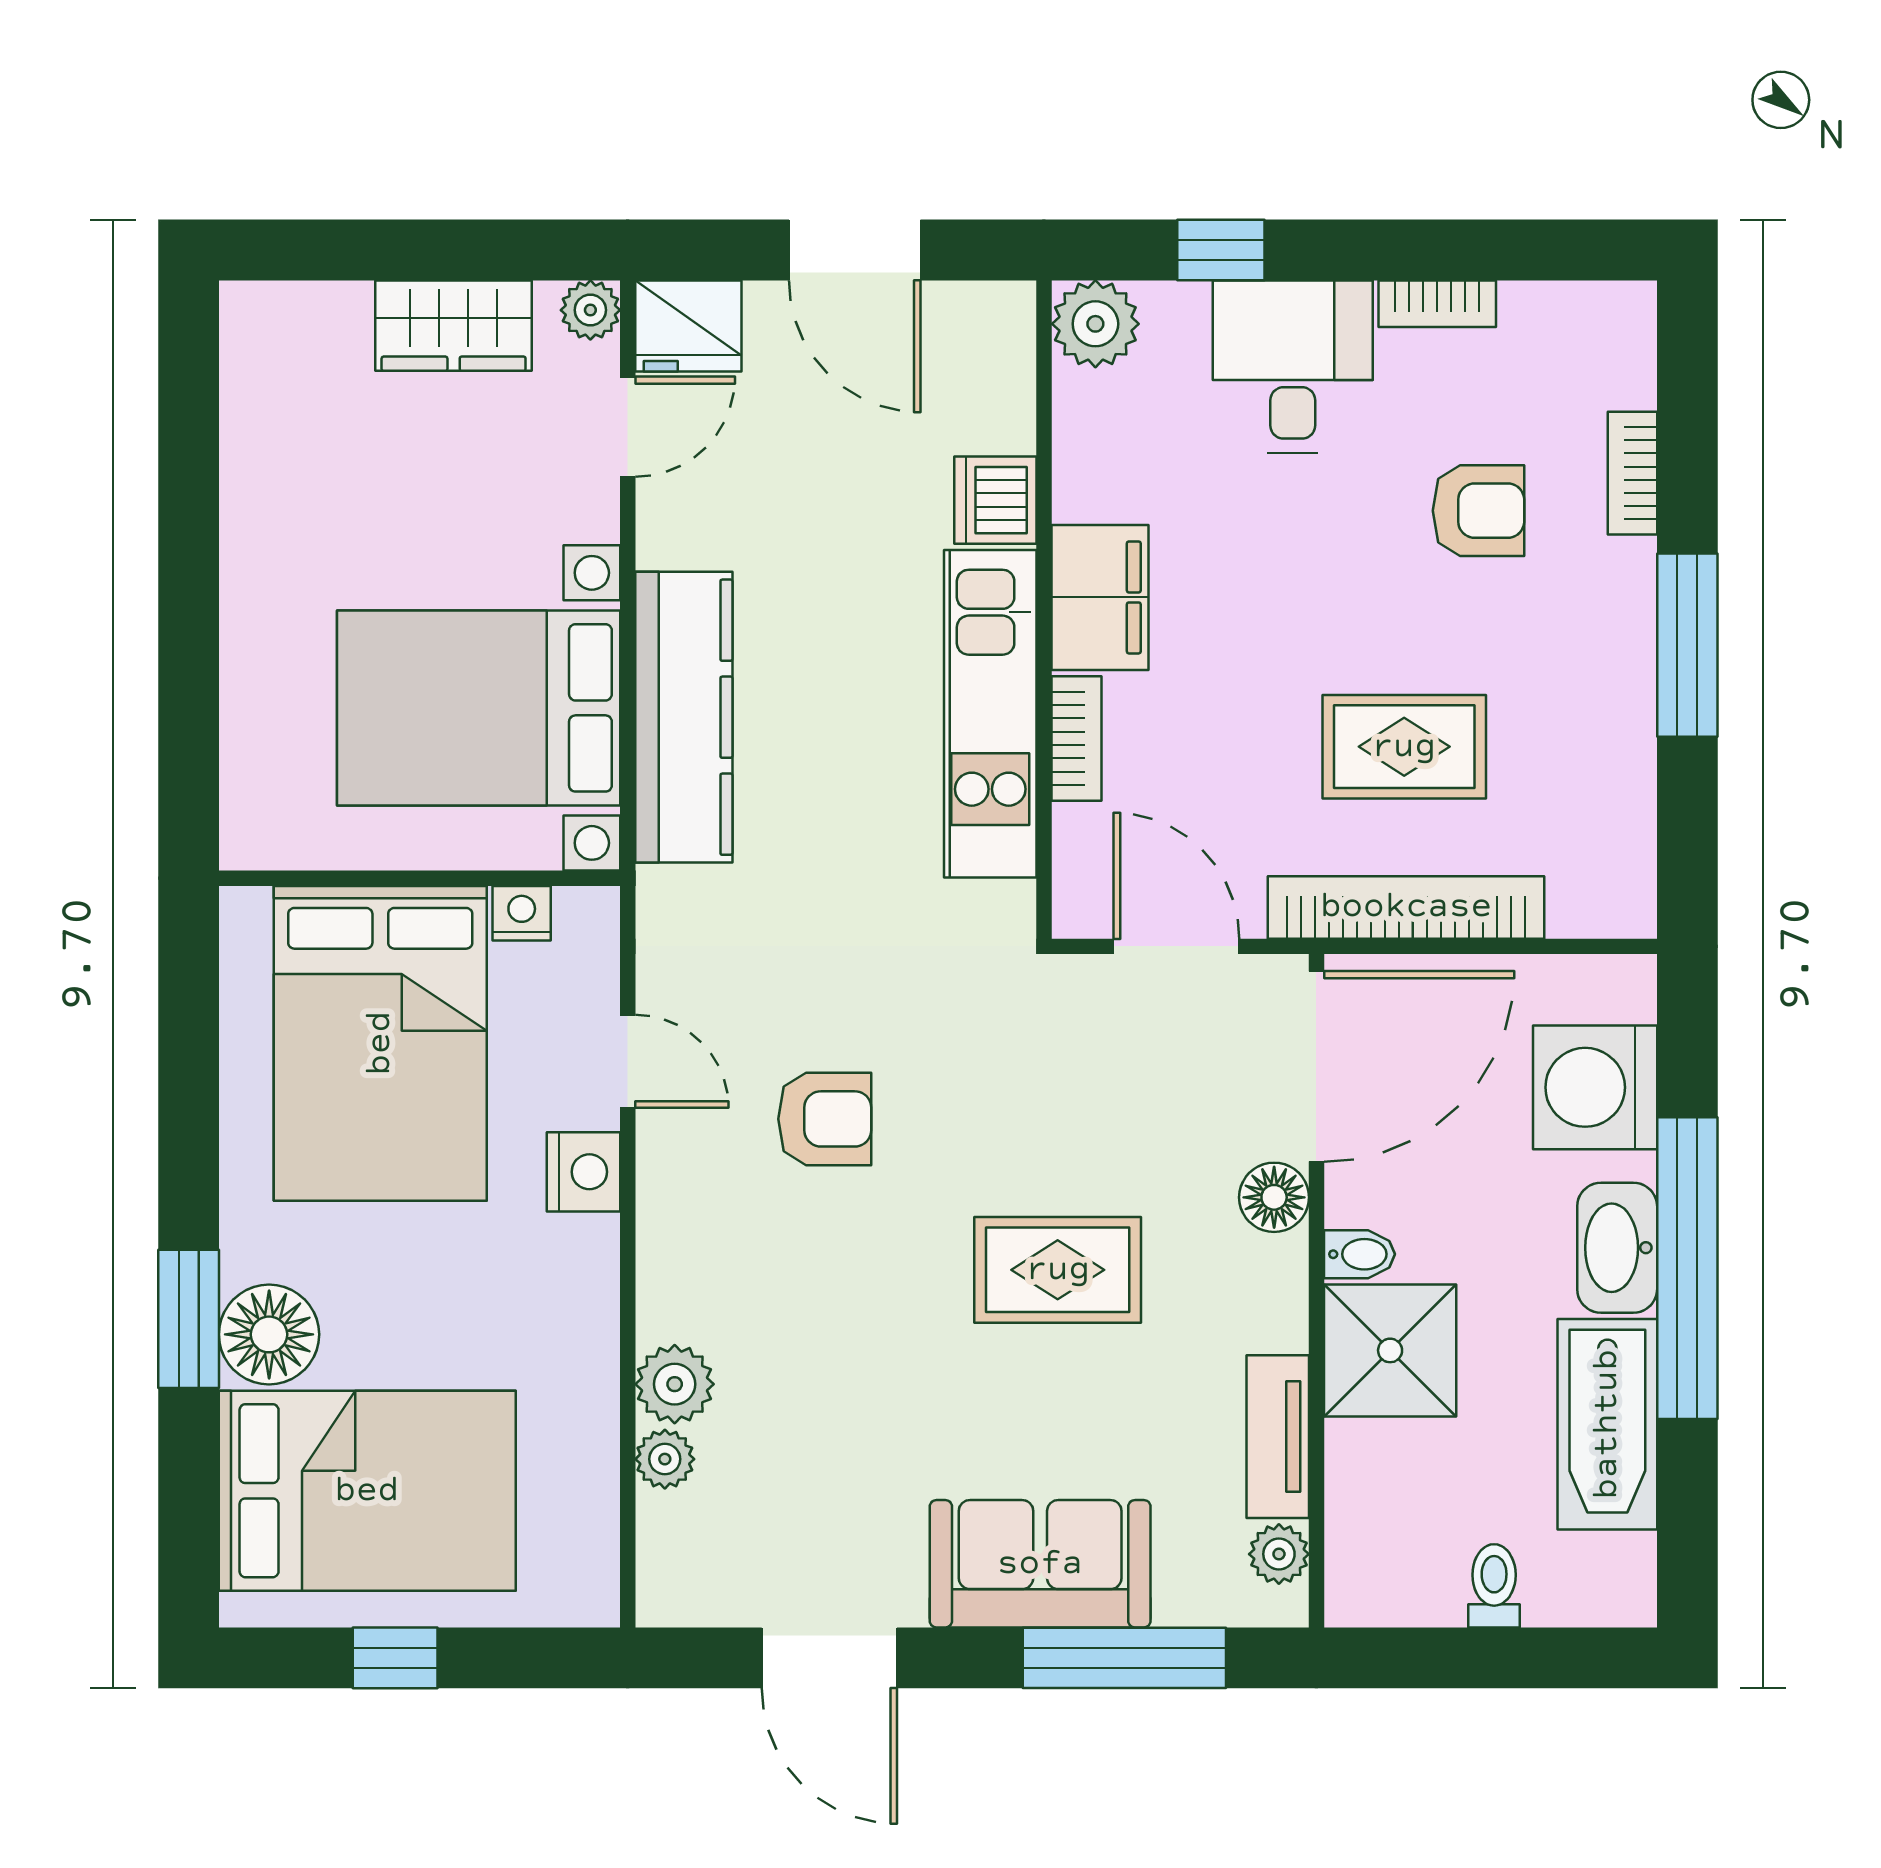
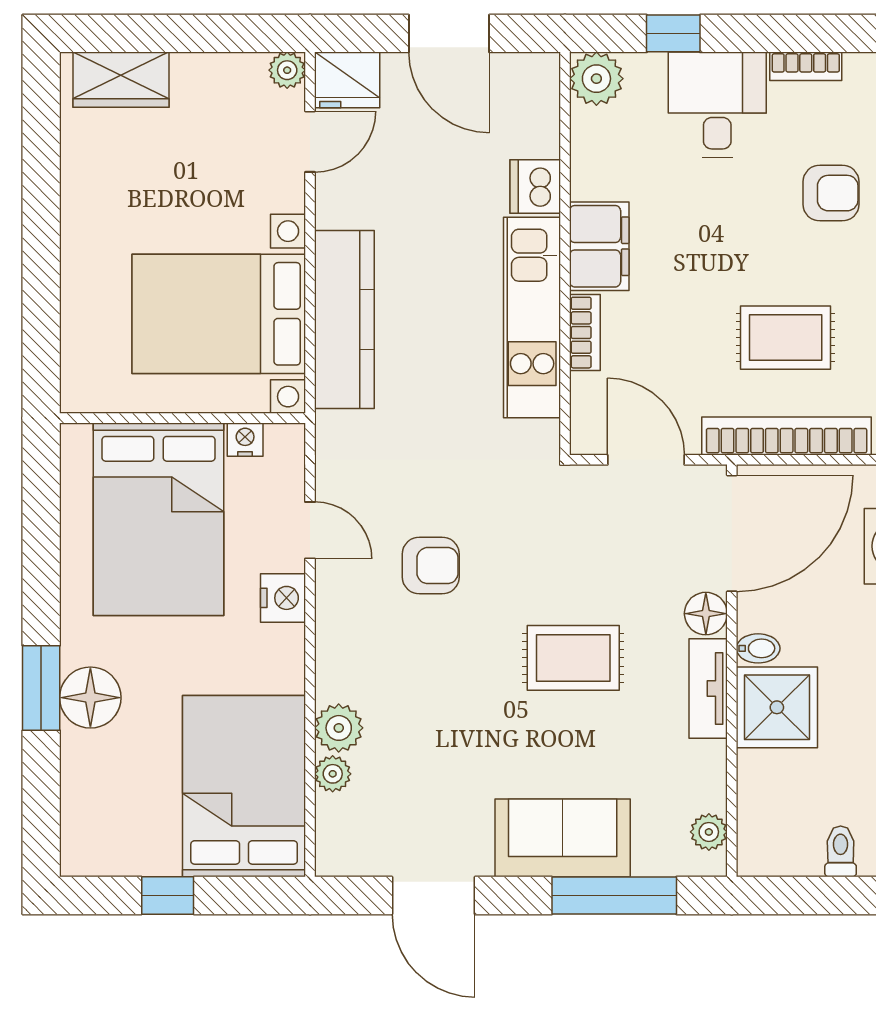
wardrobe: (454, 326) -> (121, 80), moved
tv unit: (1278, 1437) -> (708, 688), moved
bed: (367, 1491) -> (244, 786), moved, turned -90

